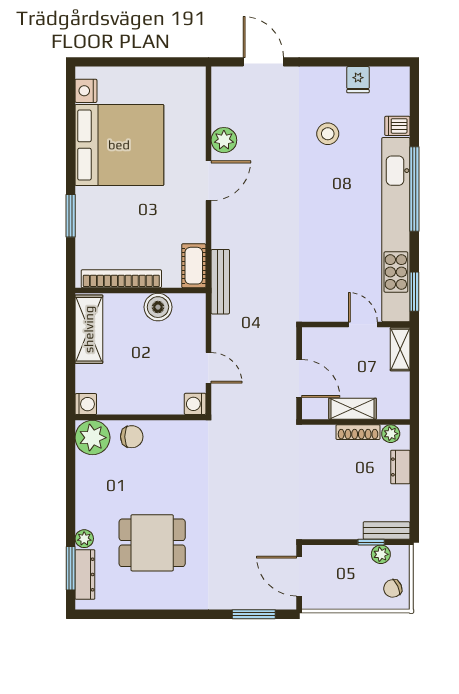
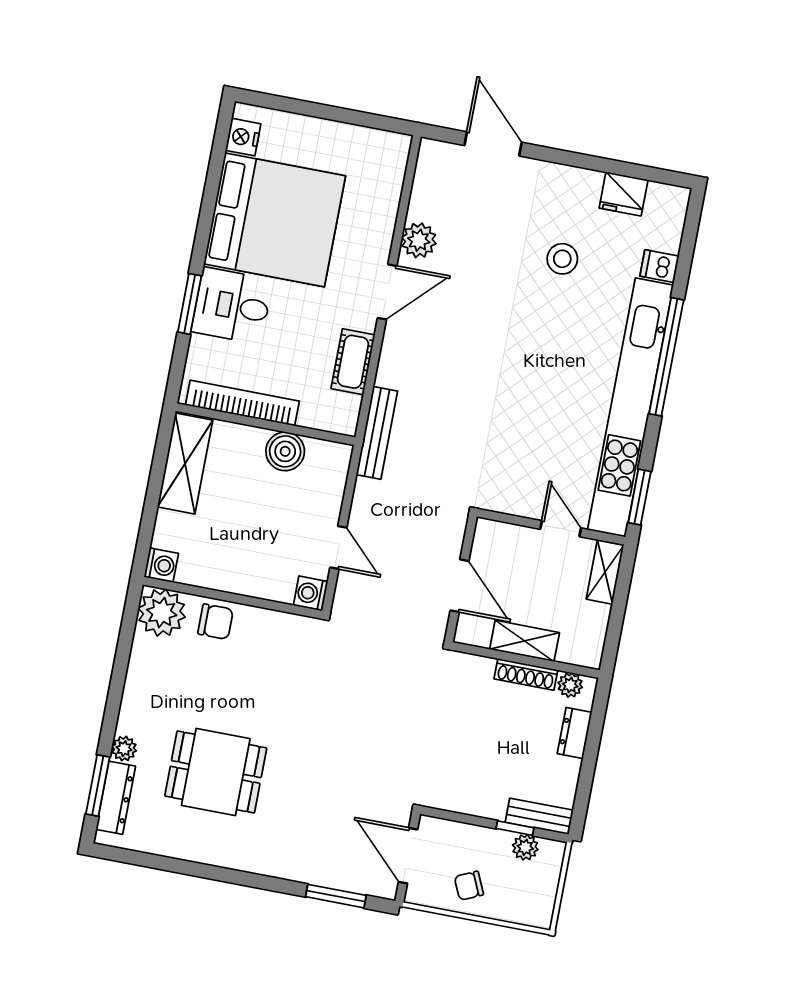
fridge: (358, 80) -> (624, 194), width x1.38
desk: (101, 211) -> (232, 306), added
cot: (194, 266) -> (353, 362), moved
chair: (393, 588) -> (469, 886), moved

